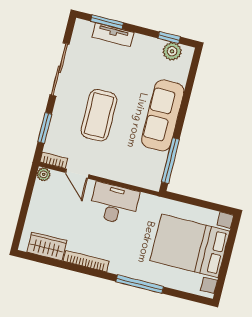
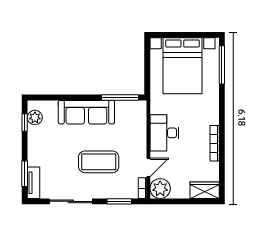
tv unit: (113, 35) -> (34, 183), moved
plant: (44, 174) -> (160, 189), width x1.88, depth x1.88
wardrobe: (47, 246) -> (205, 190), moved, turned 90
window: (140, 284) -> (222, 65), moved

